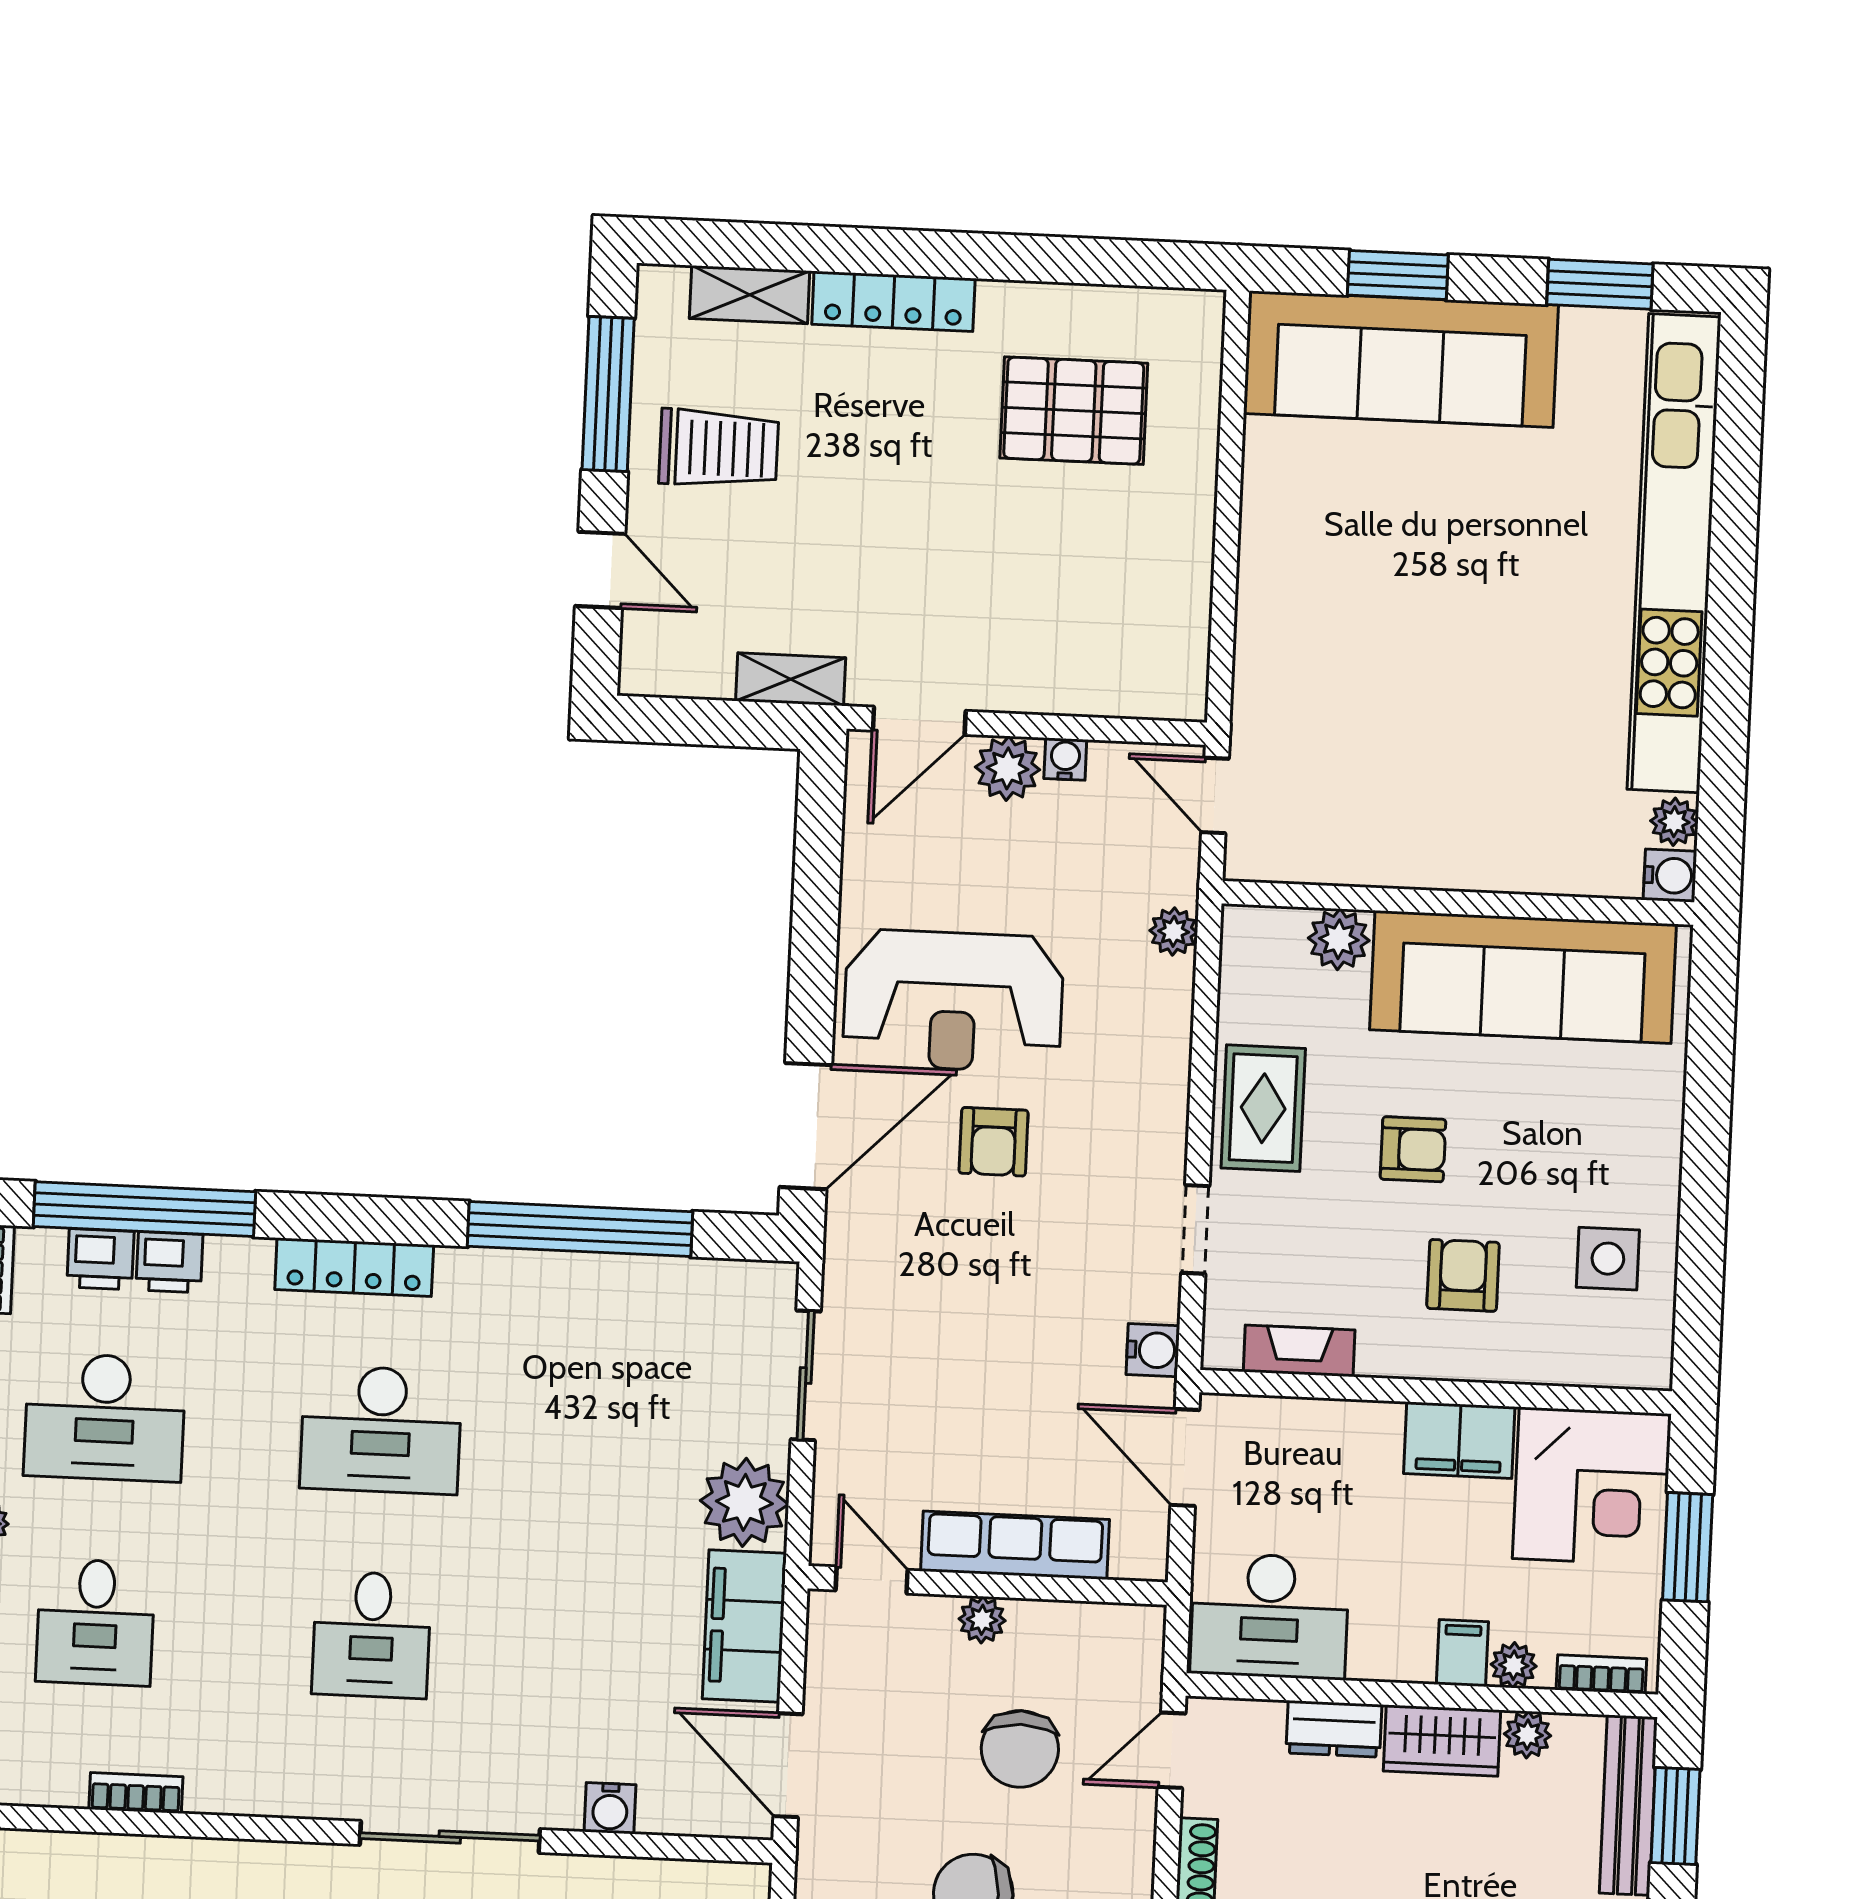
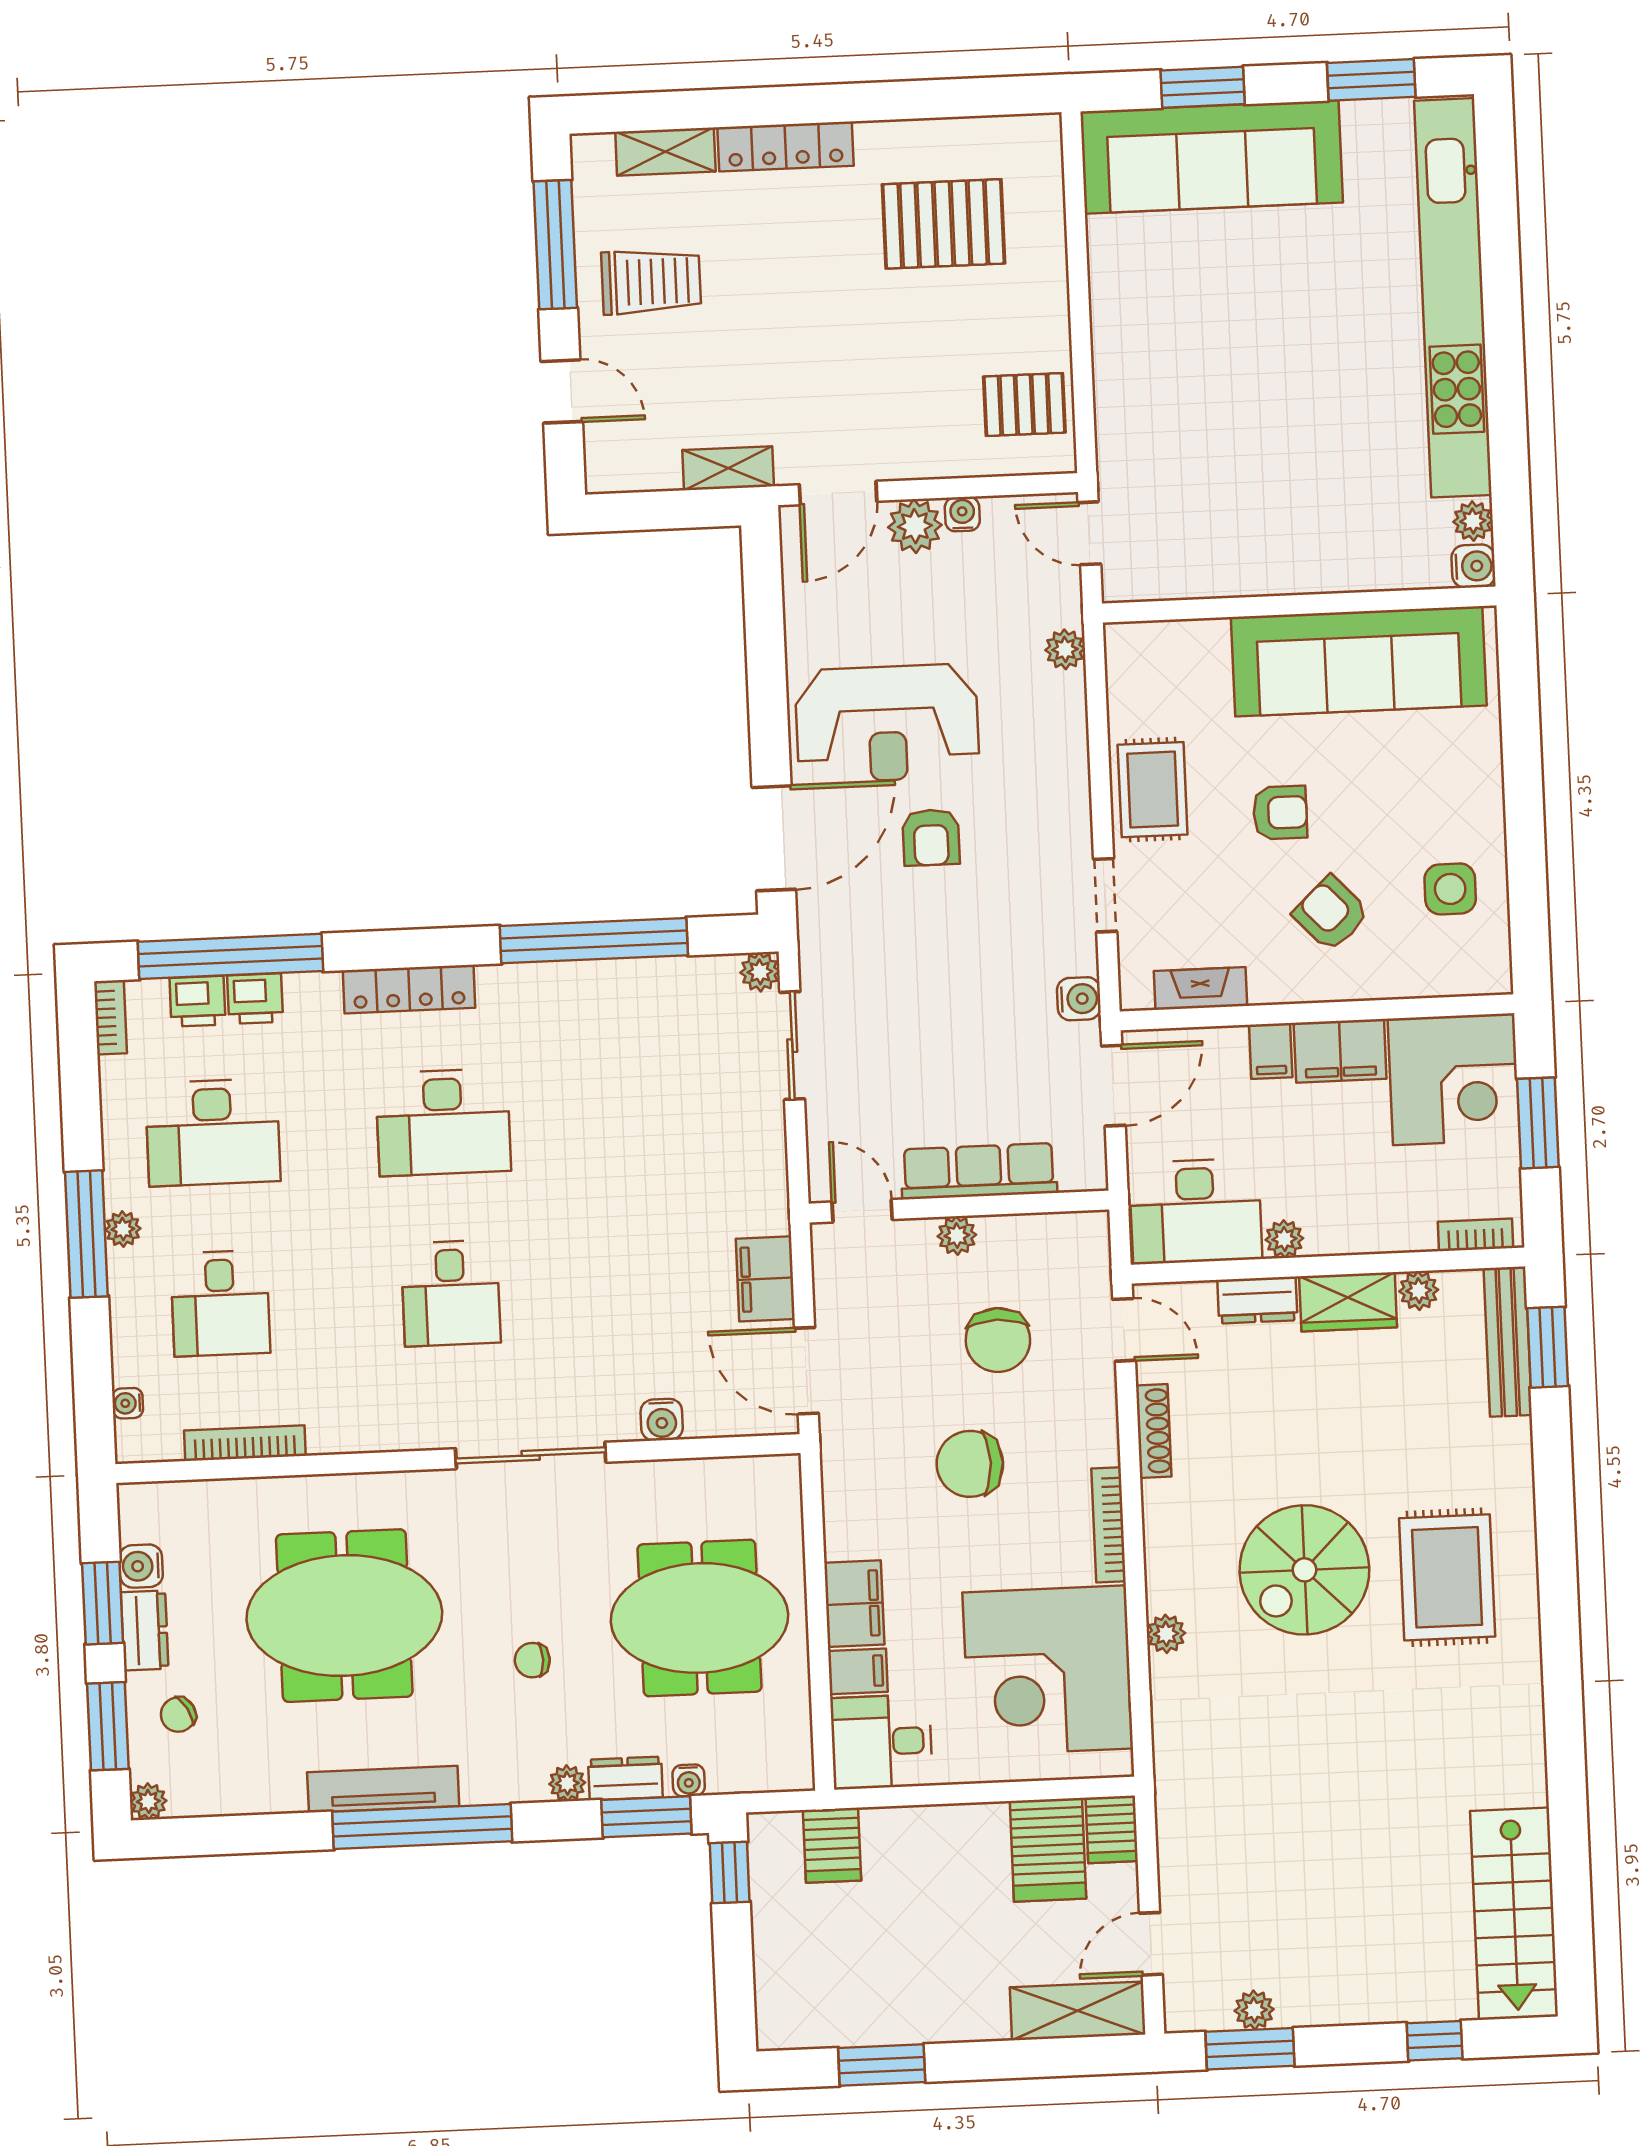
pallet: (1151, 635) -> (1024, 405), added
plant: (1339, 939) -> (1203, 644), removed
armchair: (1463, 1275) -> (1331, 914), turned -43
door: (1185, 1457) -> (1113, 1086), swing flipped
plant: (744, 1502) -> (760, 972), moved, width x0.53, depth x0.53
filing cabinet: (744, 1626) -> (765, 1279), width x0.67, depth x0.86
filing cabinet: (1462, 1653) -> (1271, 1051), moved, turned 180
plant: (1514, 1665) -> (1284, 1239), moved
door: (1172, 1750) -> (1124, 1330), swing flipped
bookcase: (136, 1793) -> (245, 1443), width x1.56

